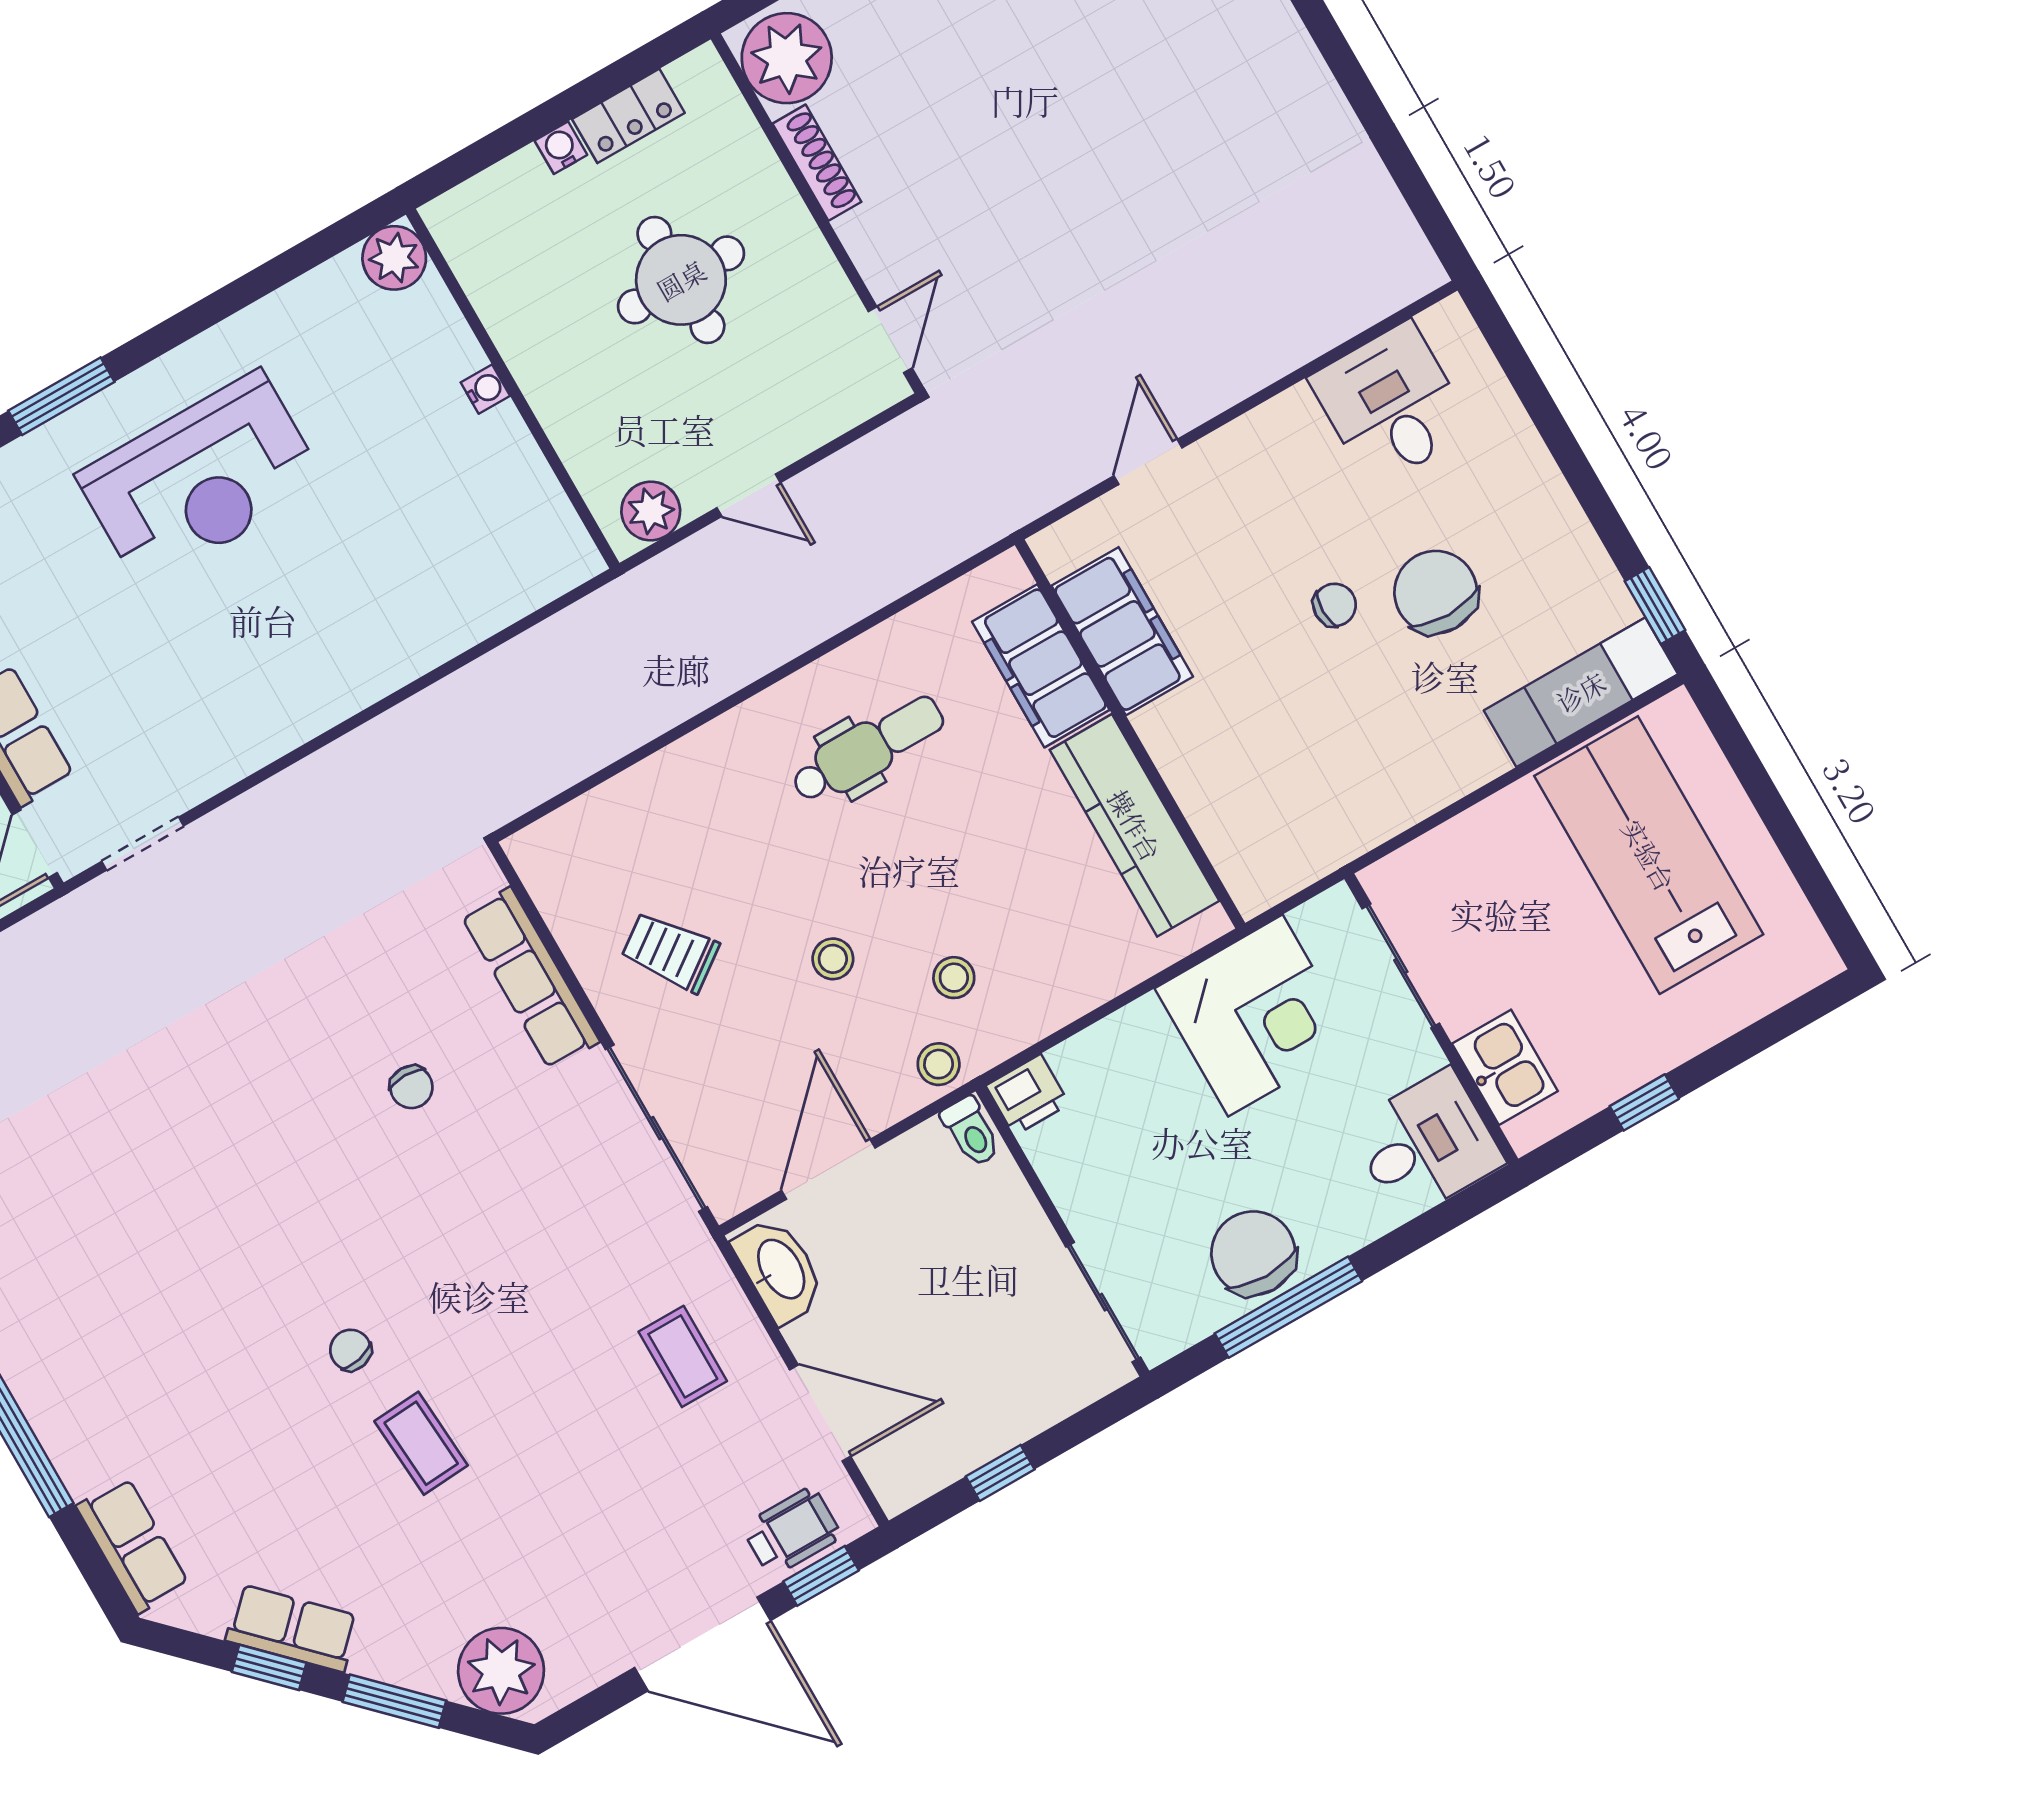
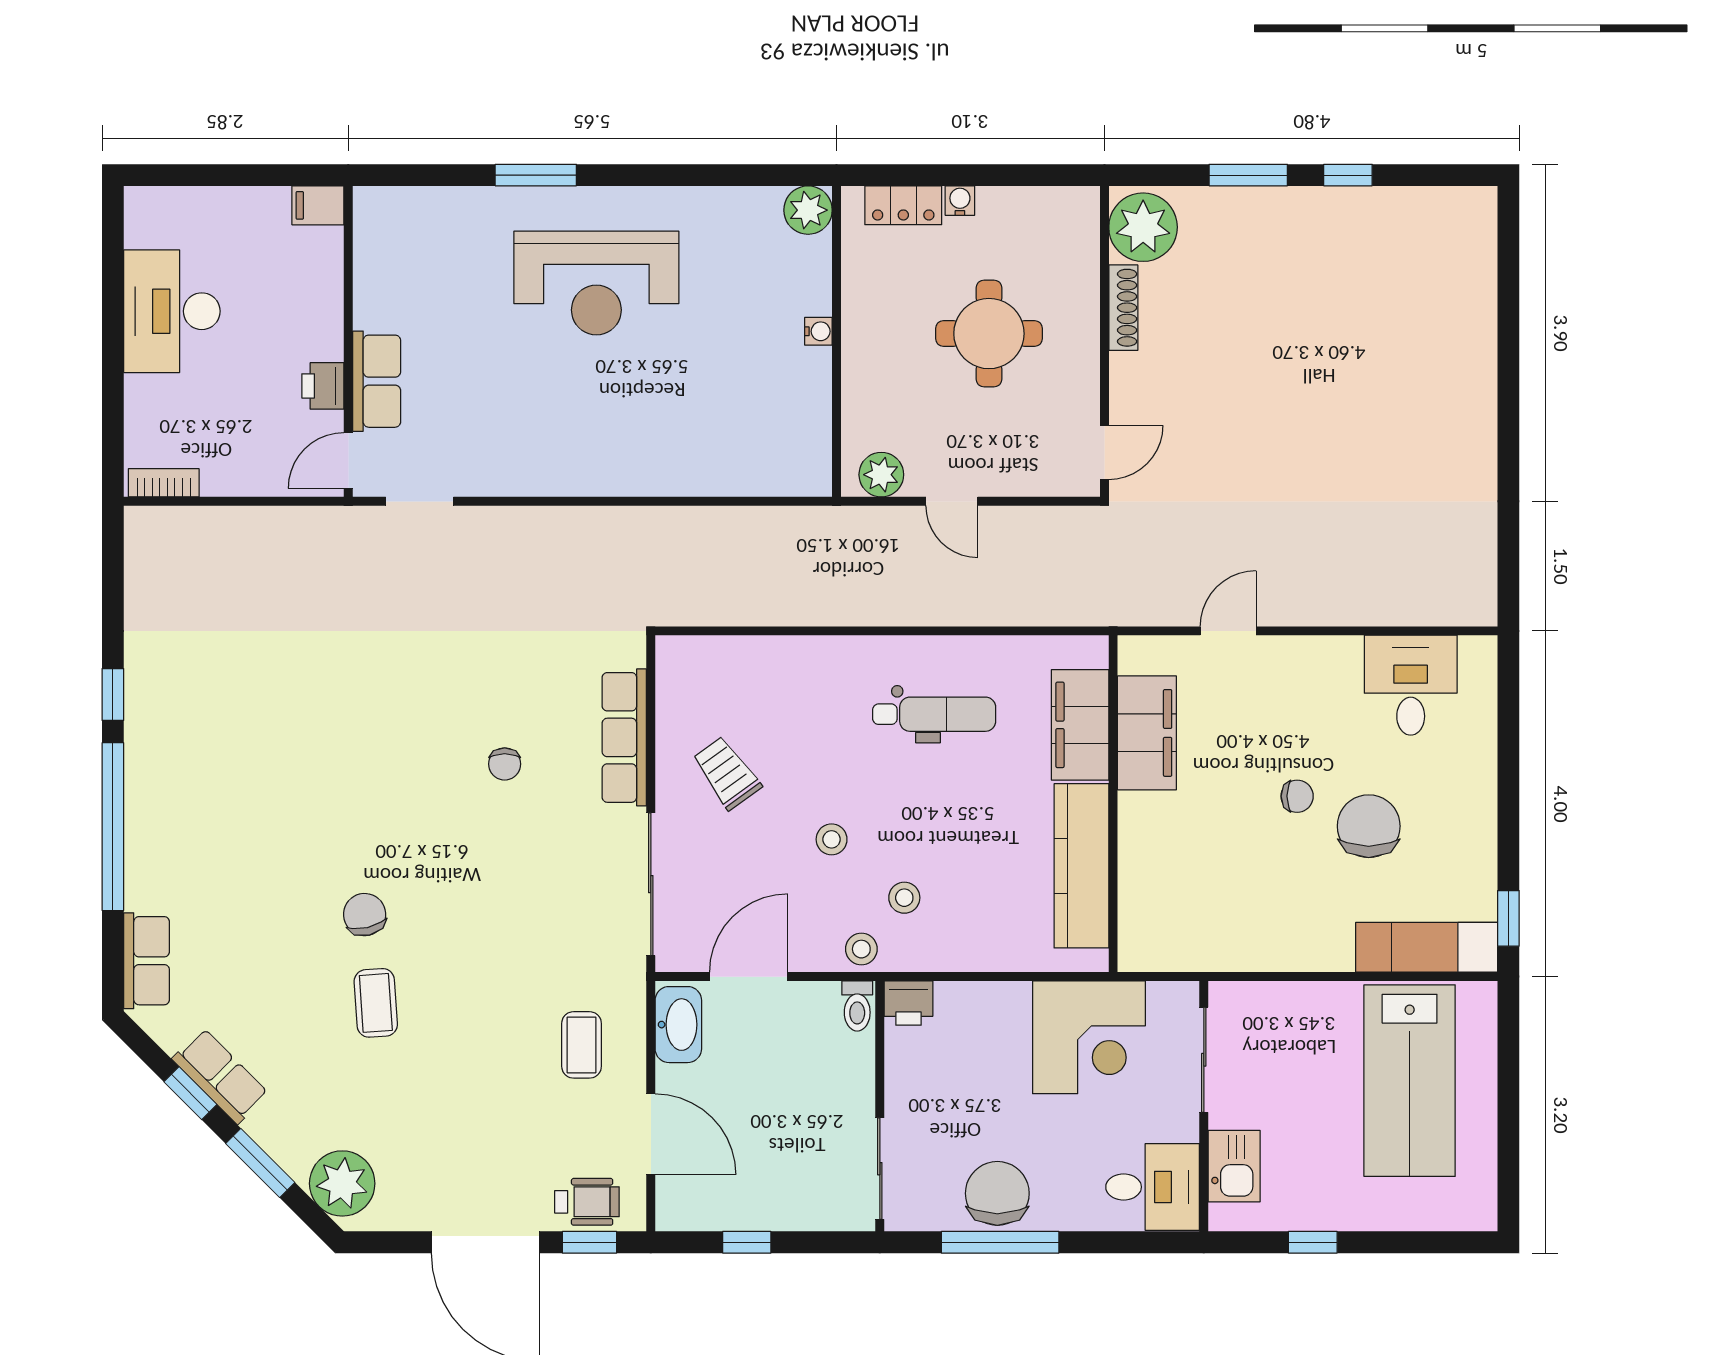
locker: (628, 116) -> (903, 205), moved
lab bench: (1649, 855) -> (1410, 1081), turned 180
chair: (351, 1350) -> (365, 915), width x1.37, depth x1.37

